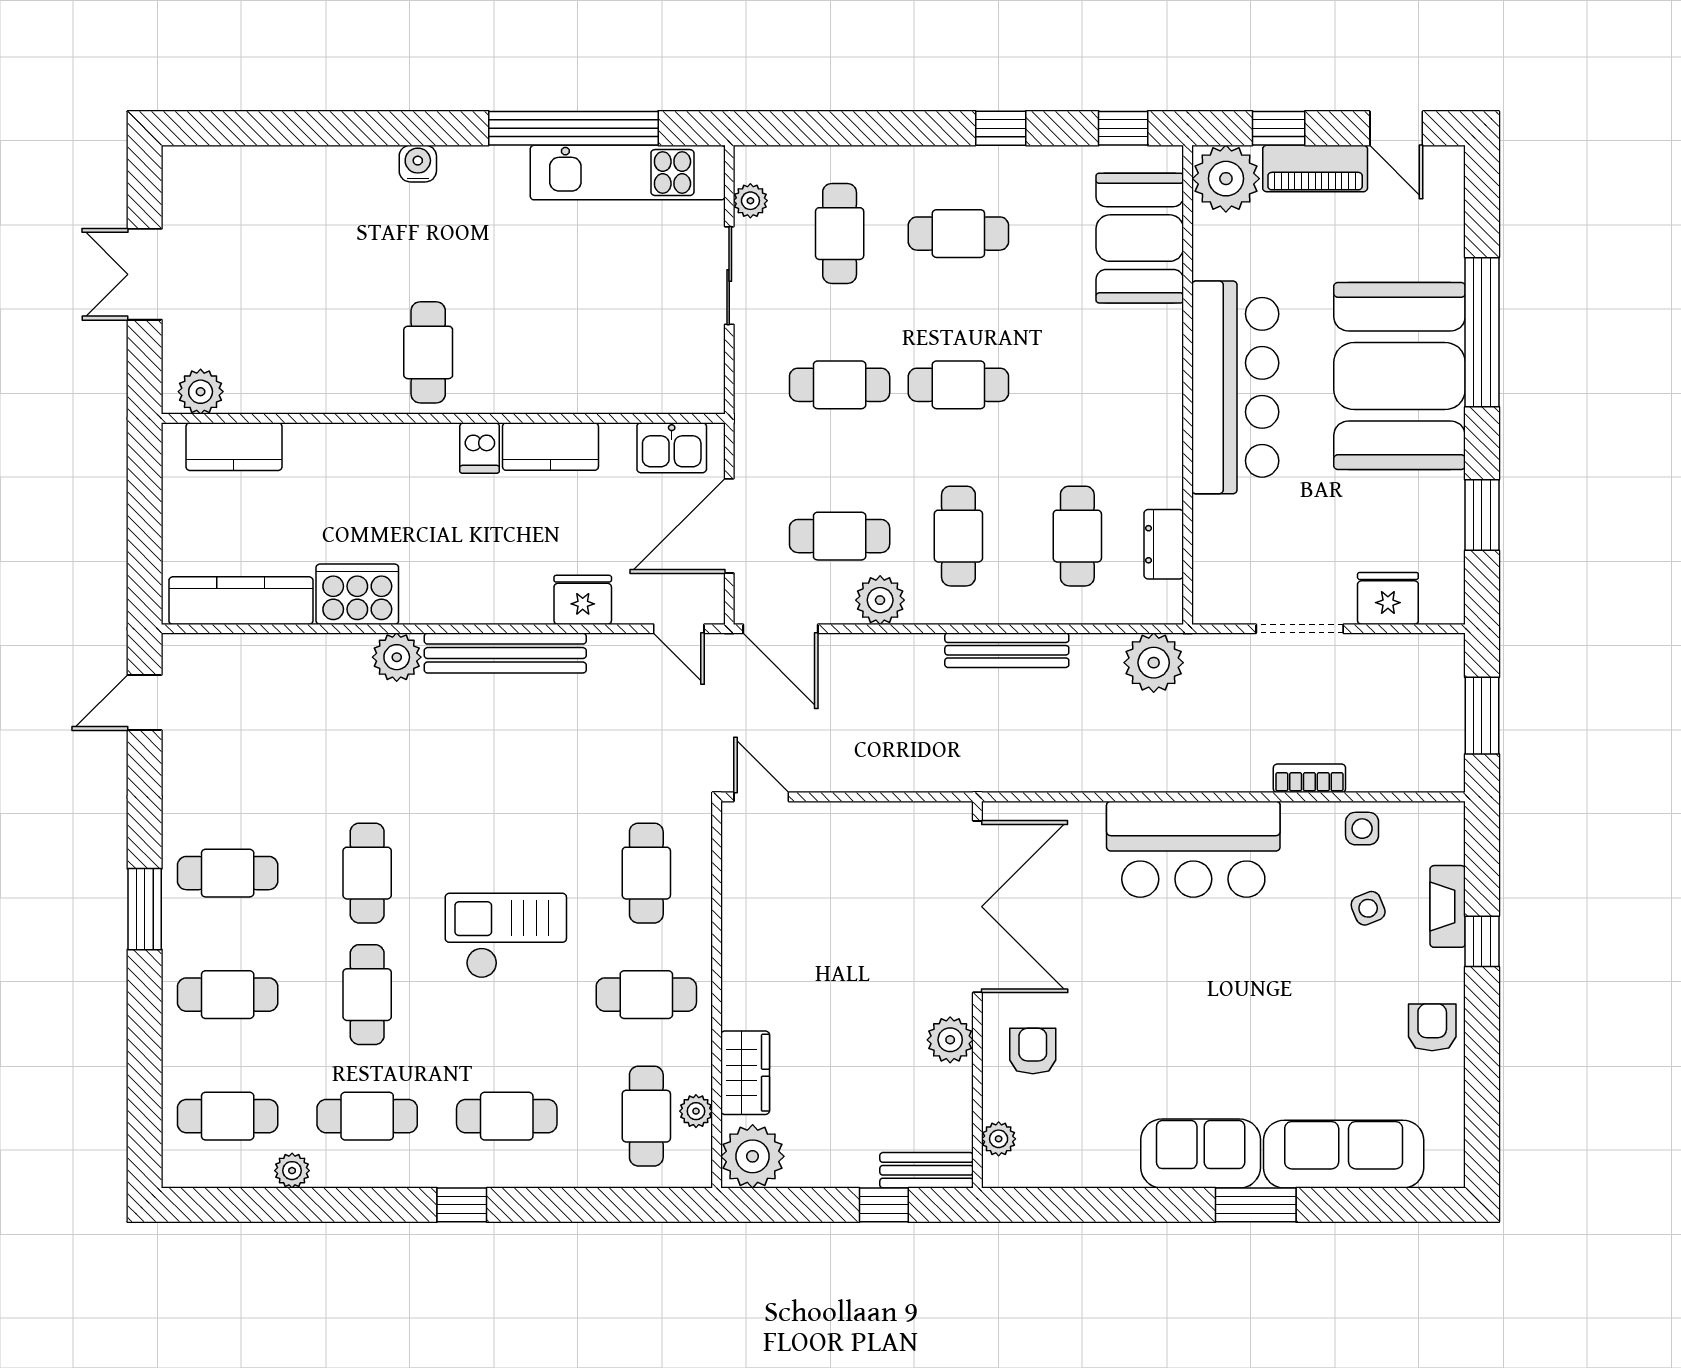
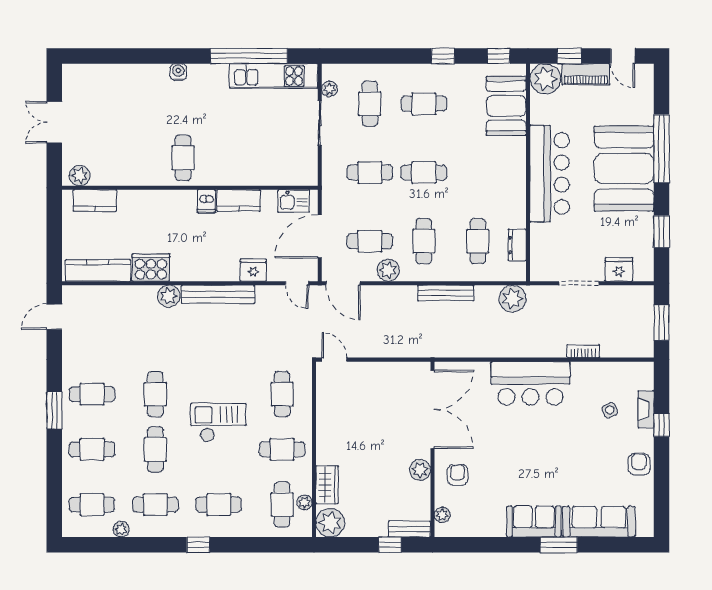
side table: (1362, 829) -> (607, 374), removed

